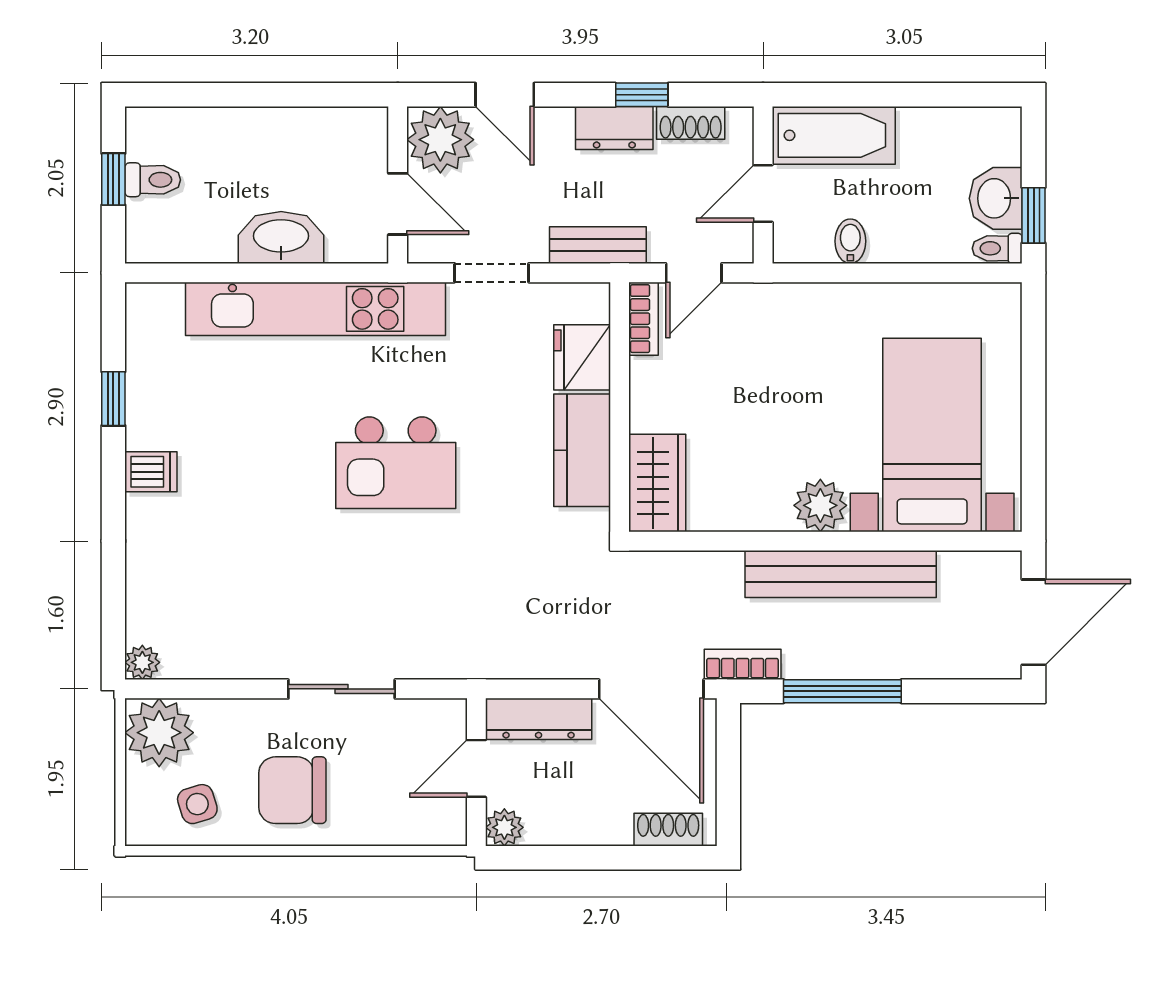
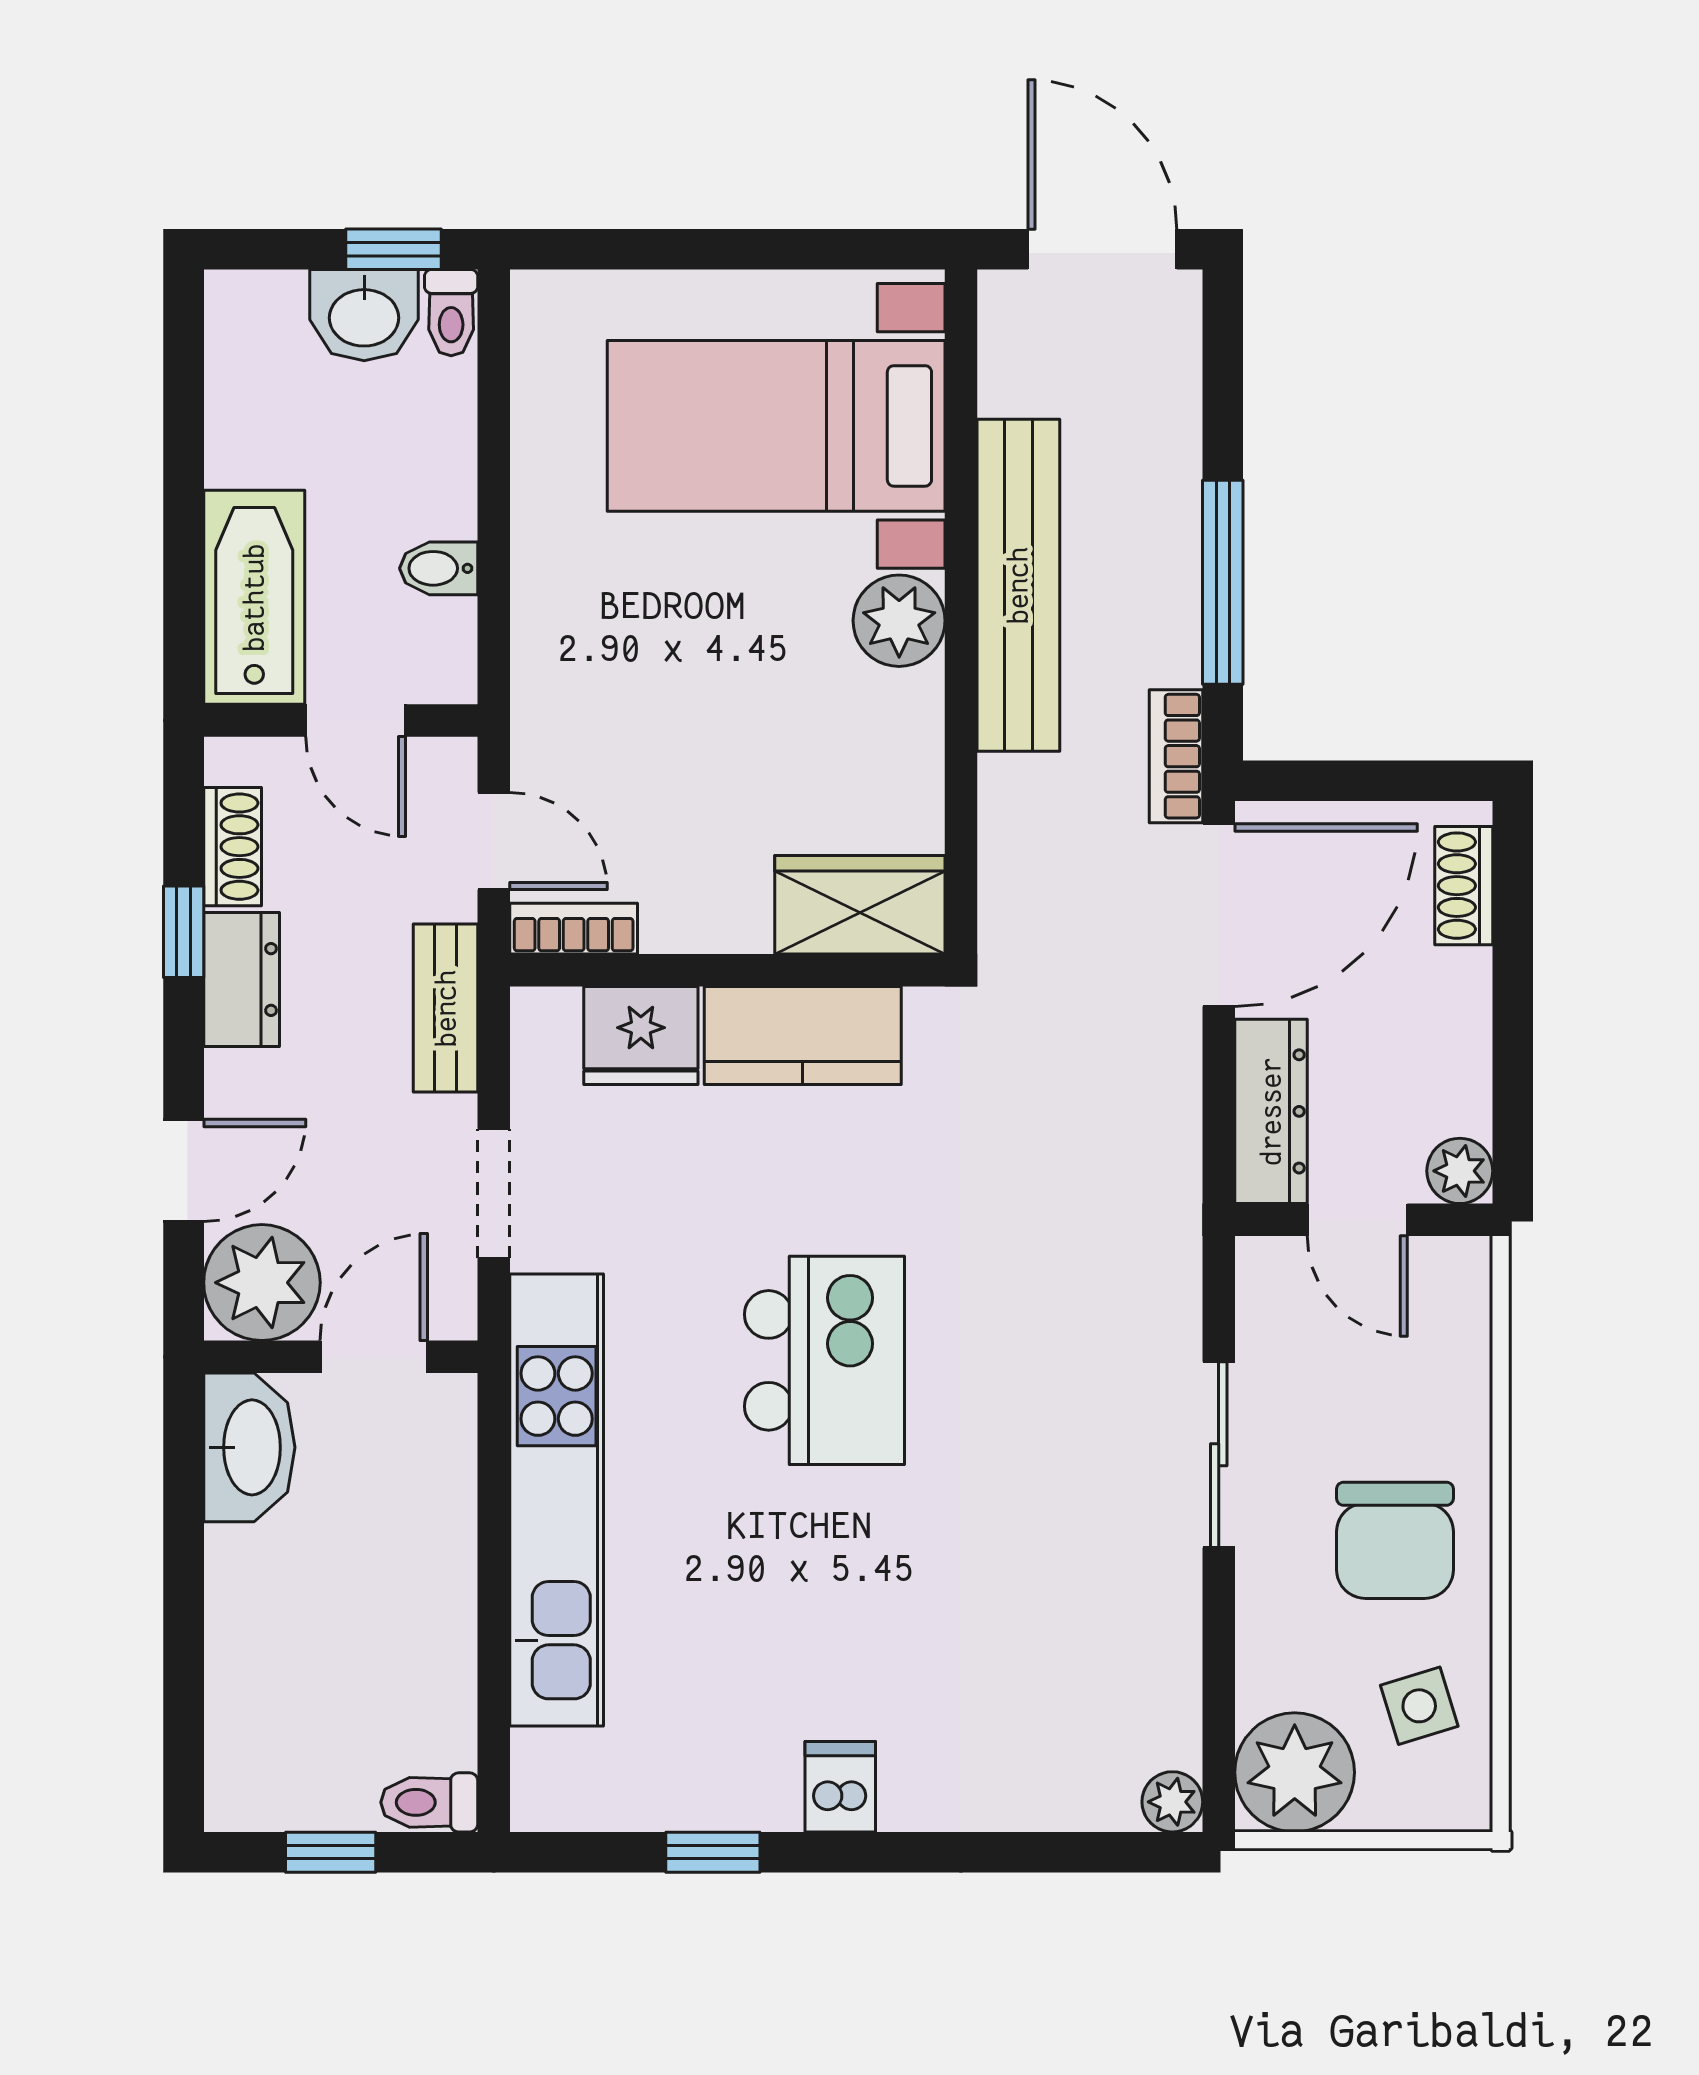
toilet: (153, 180) -> (429, 1802), moved, turned -90
washbasin: (281, 237) -> (249, 1447), moved, turned 180

